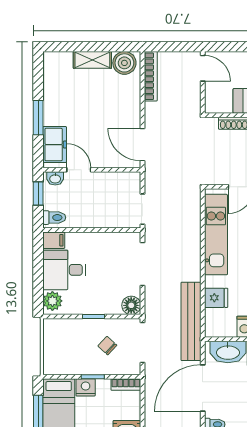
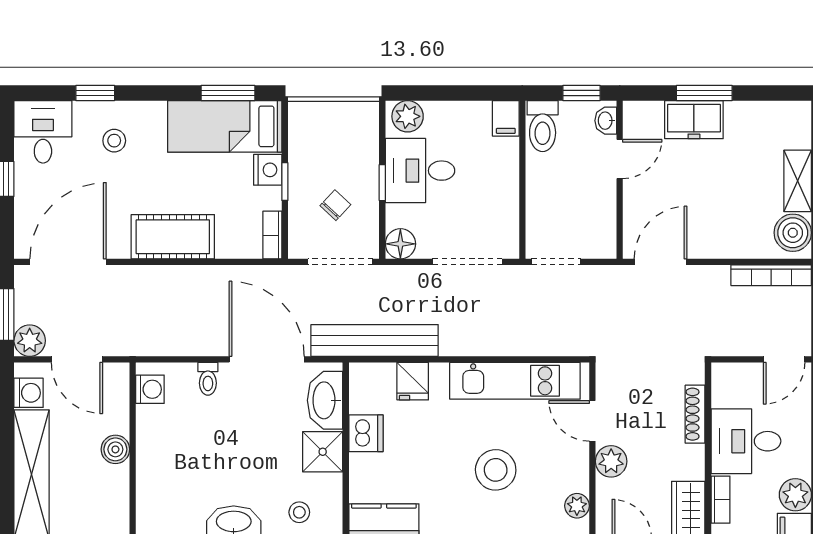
freezer: (55, 145) -> (694, 120), moved
toilet: (54, 218) -> (543, 126), width x1.37, depth x1.39
desk: (64, 270) -> (420, 171), moved, turned -90

